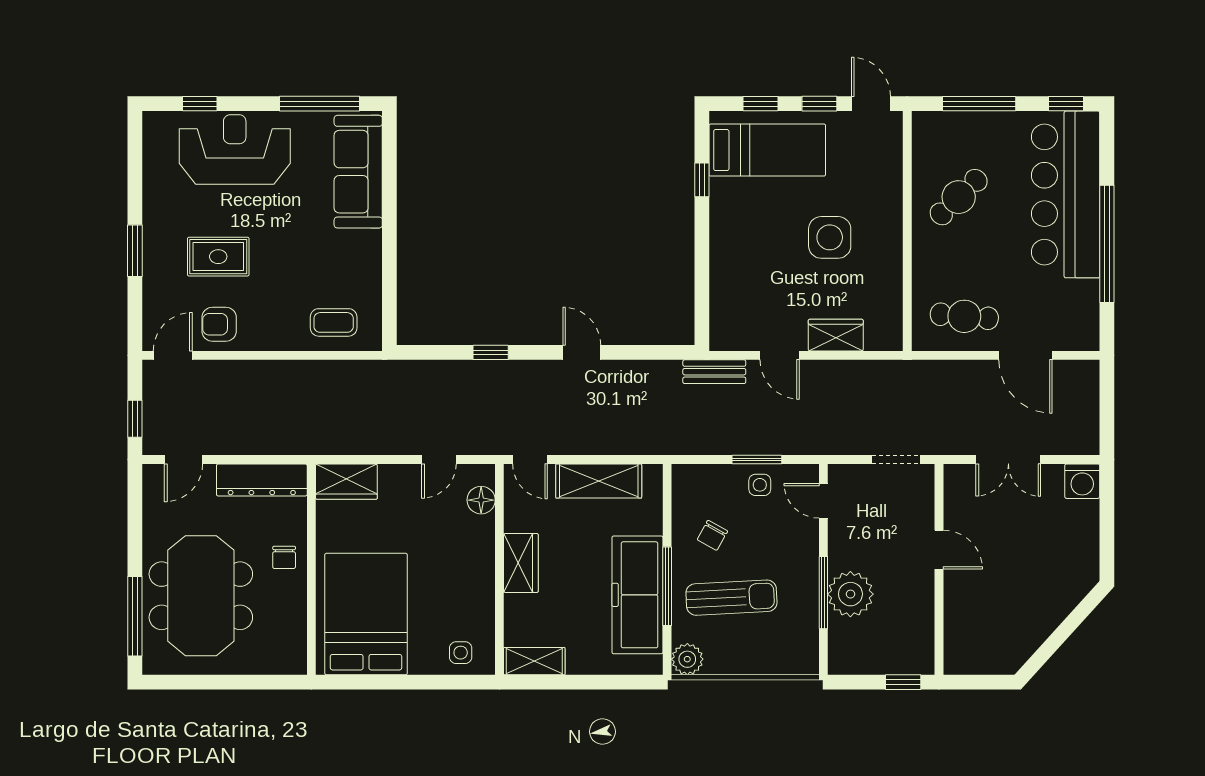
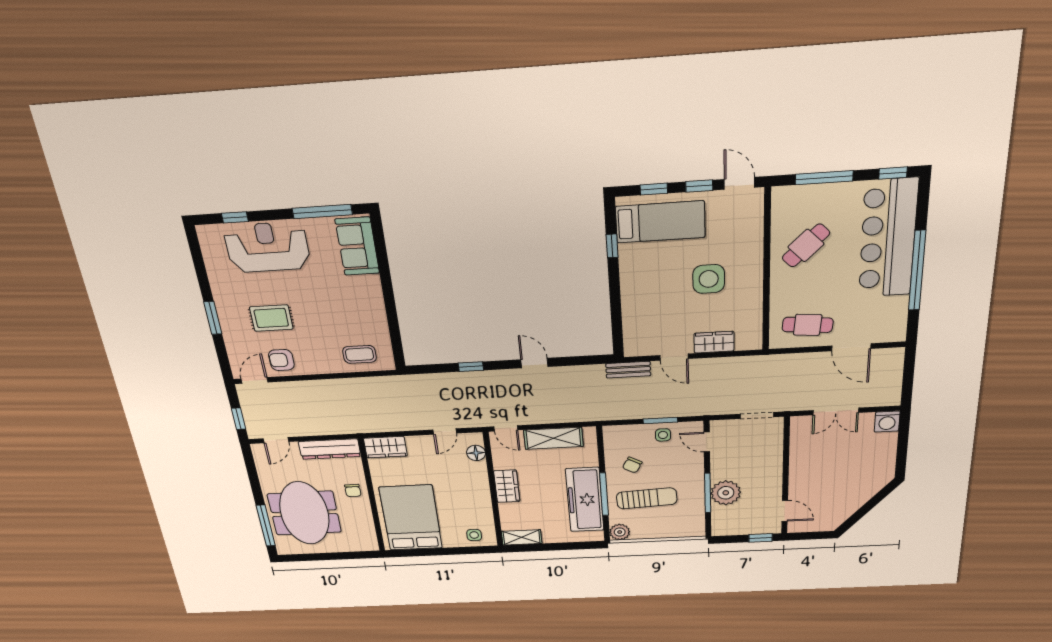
sofa: (358, 172) -> (357, 246), width x0.73
door: (939, 550) -> (785, 511), moved

